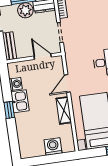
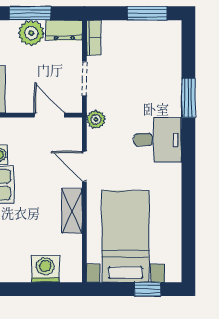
plant: (70, 55) -> (96, 119), added
door: (67, 84) -> (84, 166), hinge flipped

